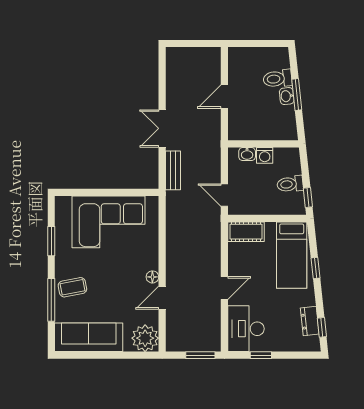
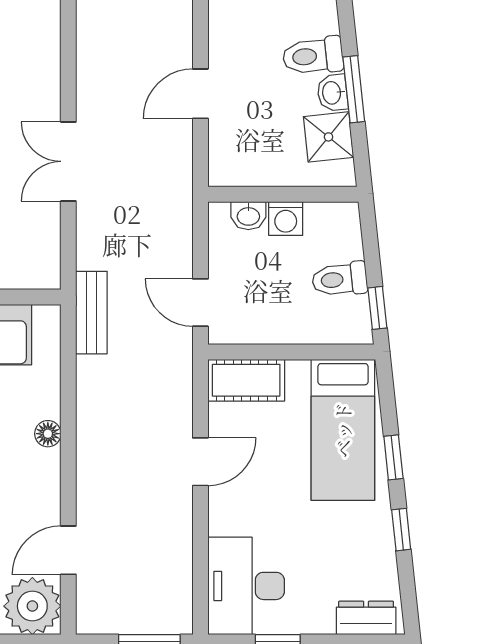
shower: (285, 117) -> (328, 137), added
bench: (173, 170) -> (91, 313), moved
floor lamp: (152, 277) -> (48, 434), moved
door: (224, 288) -> (200, 462), moved
door: (162, 298) -> (68, 550), moved
dresser: (310, 321) -> (366, 618), moved, turned 96
window: (322, 327) -> (401, 530), moved

